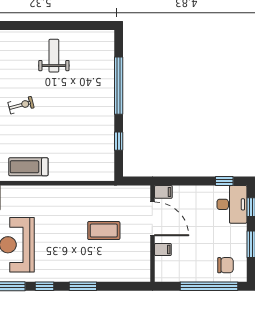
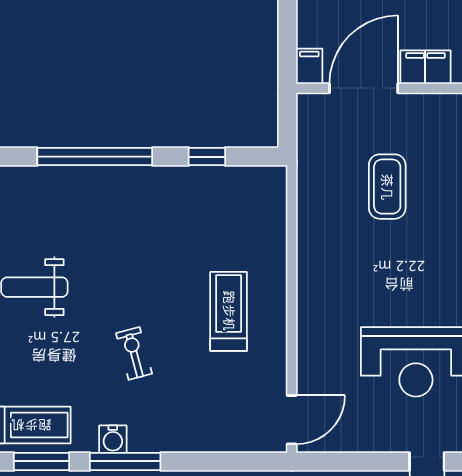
treadmill: (28, 167) -> (229, 311), moved, turned 180
filing cabinet: (163, 250) -> (425, 67), width x2.00

